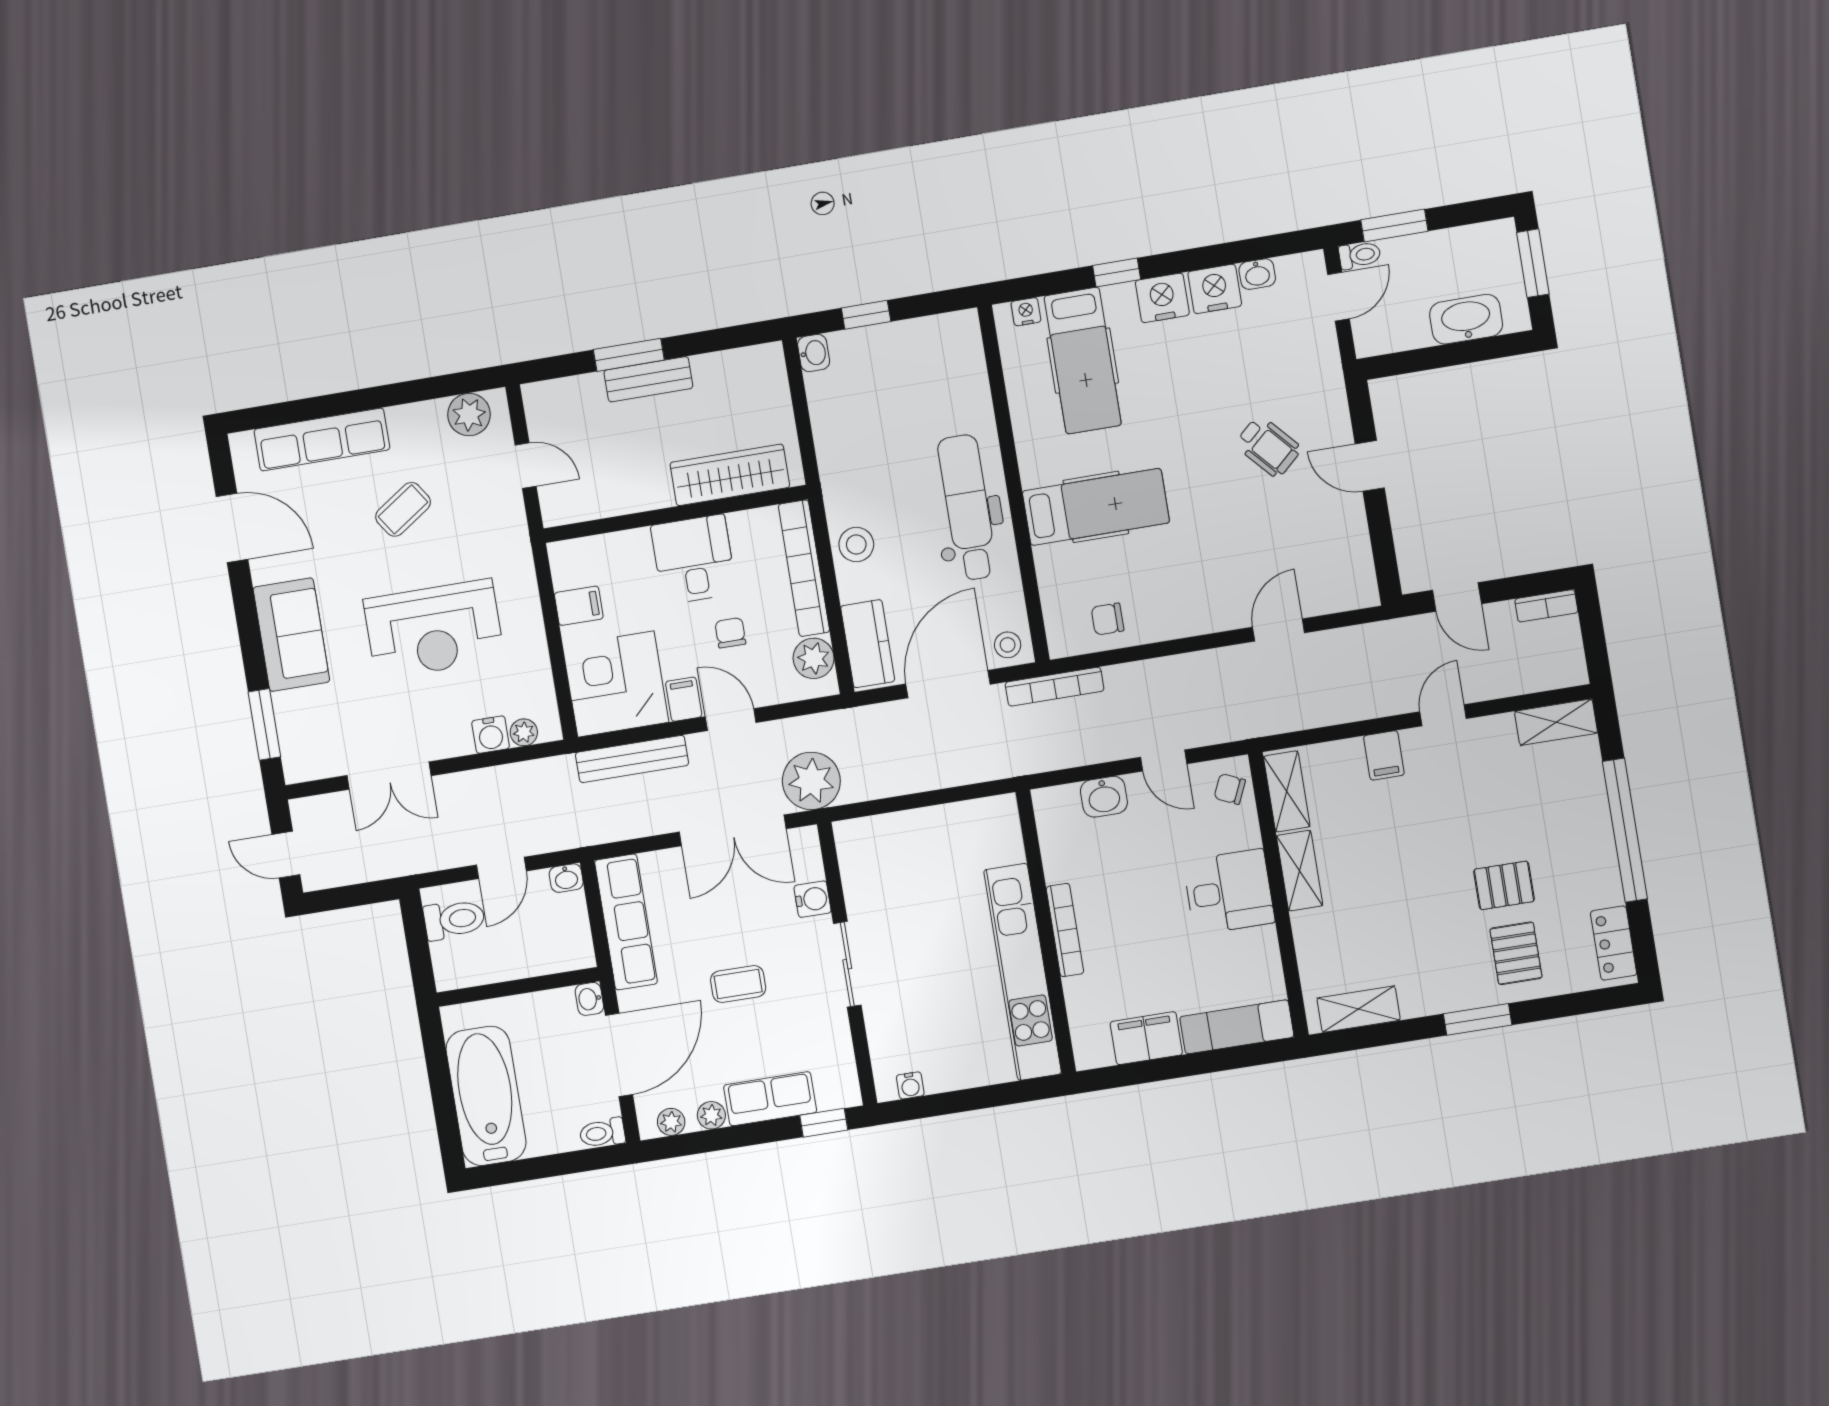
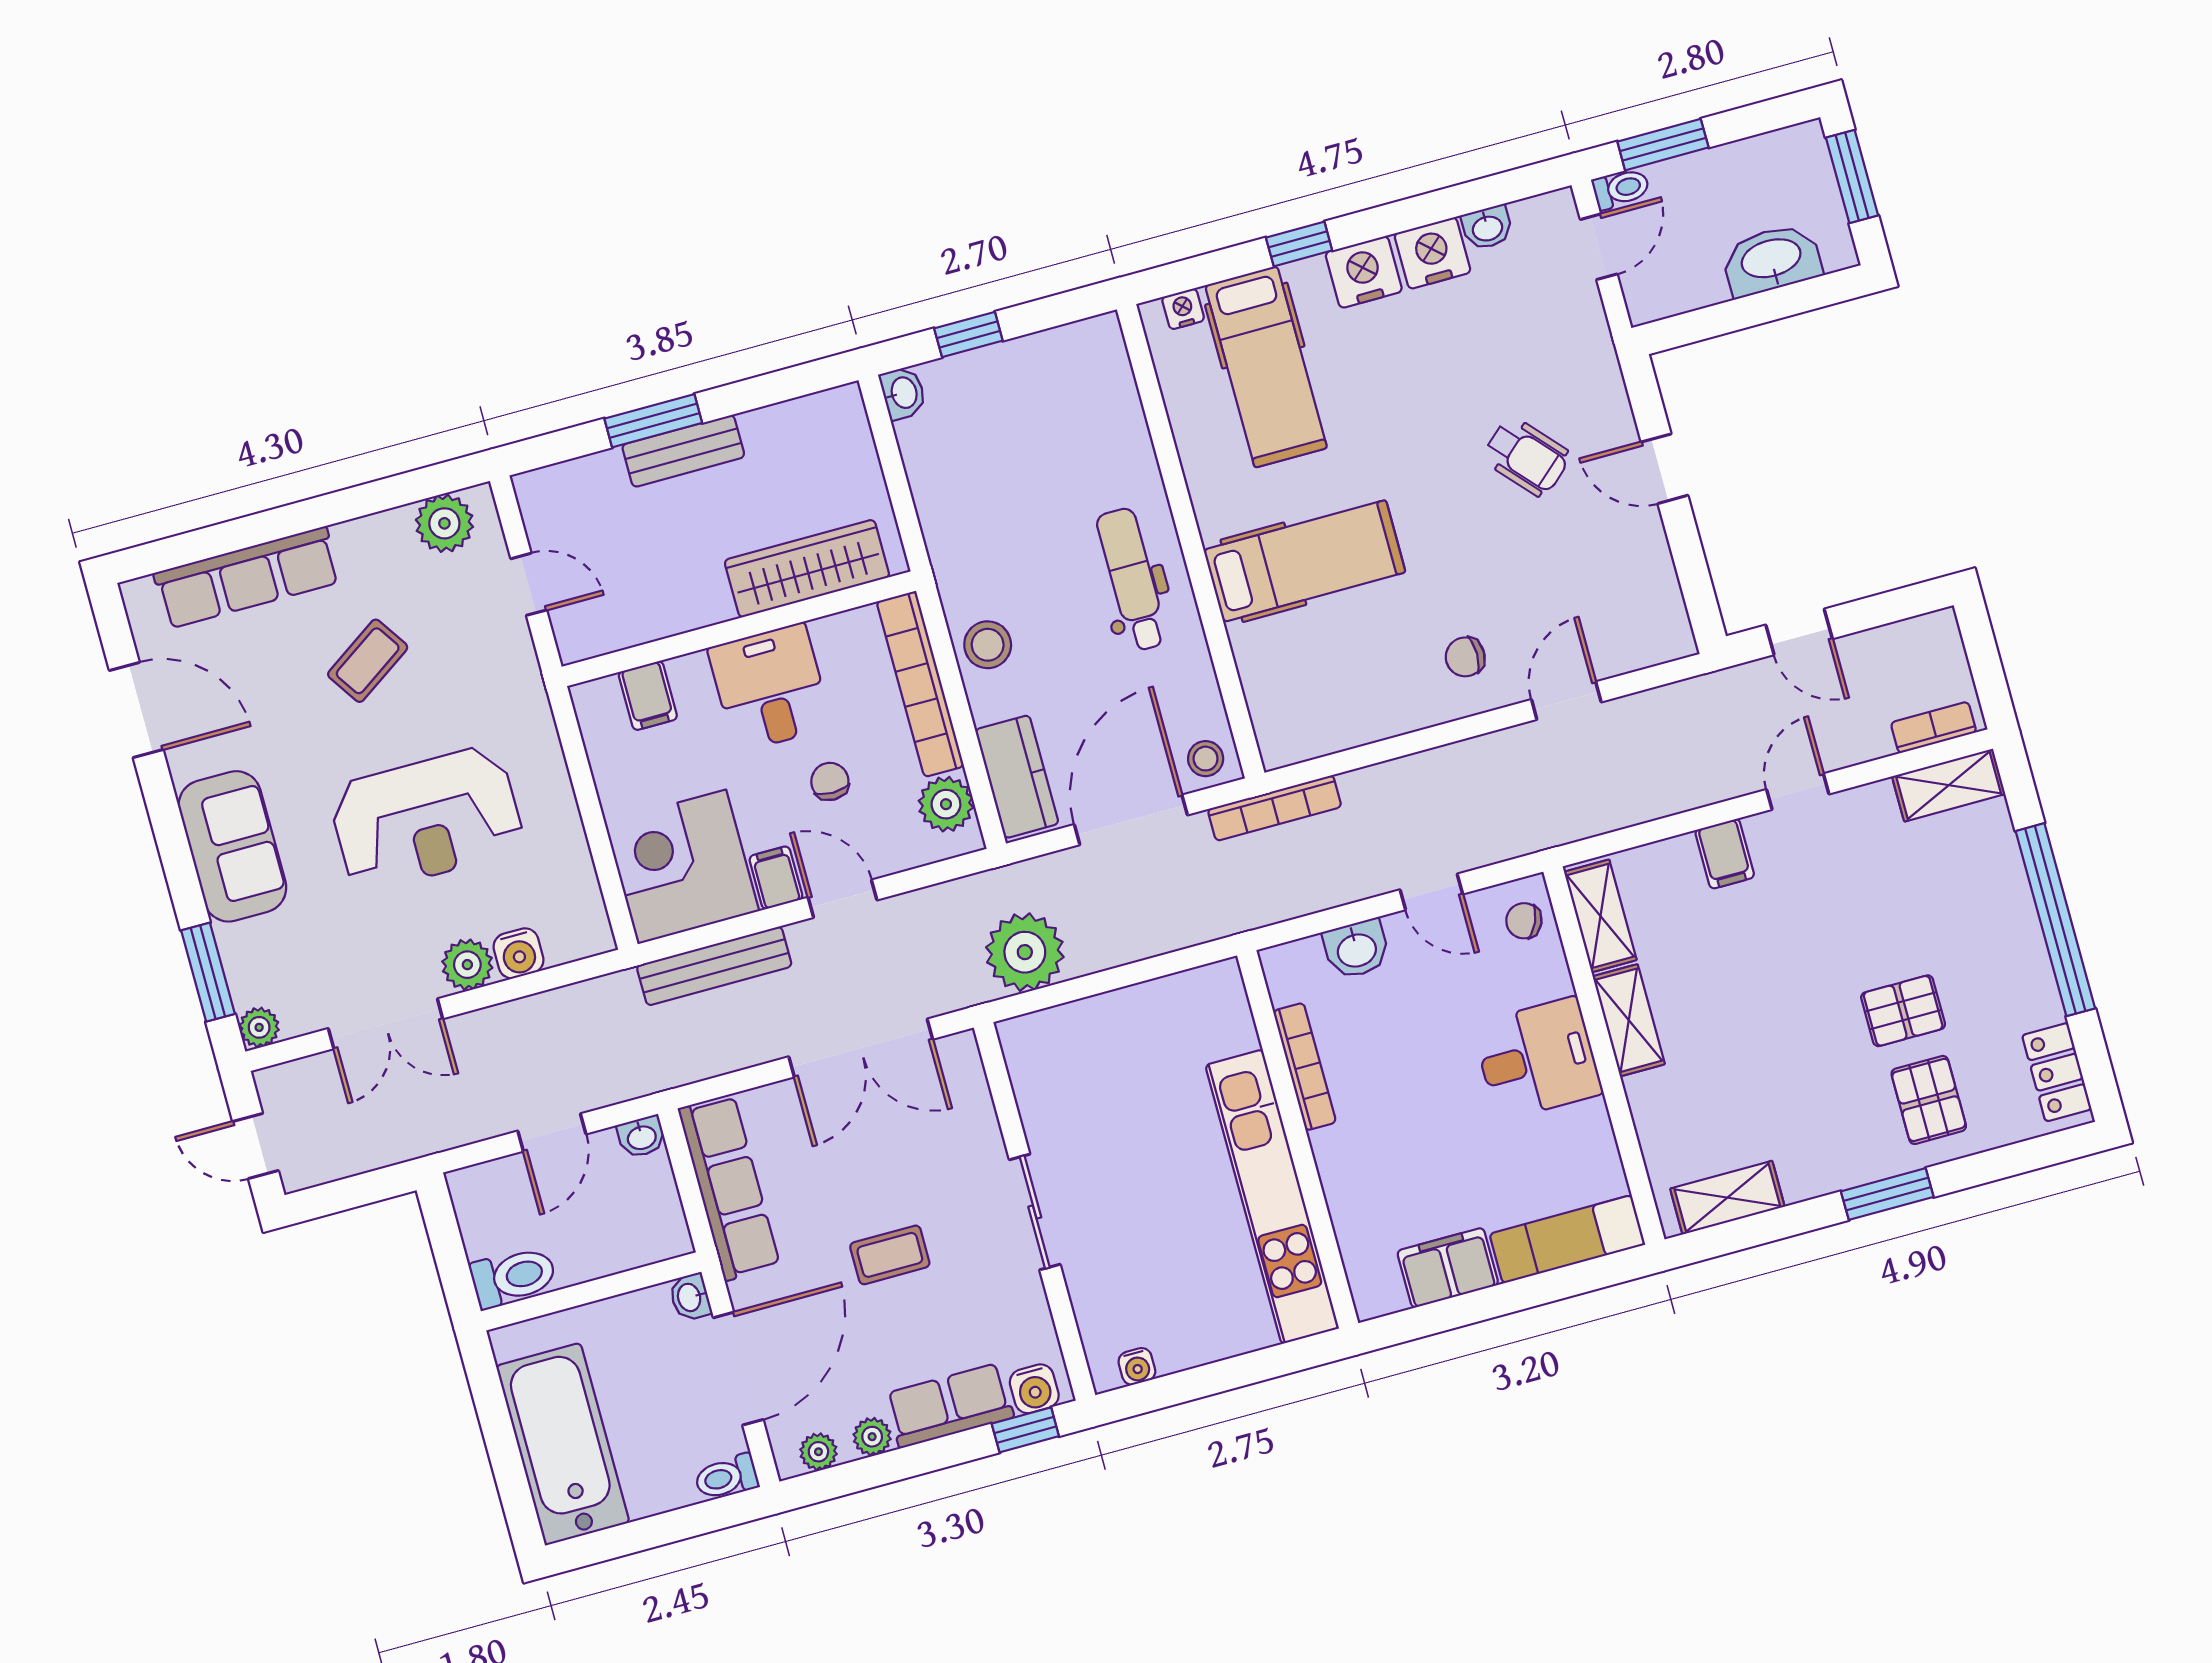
dental chair: (967, 507) -> (1132, 579), width x0.73, depth x0.72
filing cabinet: (579, 606) -> (648, 696), moved, turned 90
bookcase: (1546, 606) -> (1934, 727), moved, turned 180
chair: (1108, 619) -> (1465, 657), moved
plant: (524, 732) -> (467, 965), moved, width x1.38, depth x1.38
plant: (297, 769) -> (259, 1027), added
plant: (811, 781) -> (1025, 952), moved
water cooler: (813, 899) -> (1034, 1389), moved, turned 90
toilet: (454, 919) -> (513, 1277), moved
bookcase: (1065, 930) -> (1305, 1067), moved

